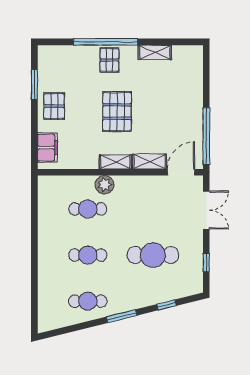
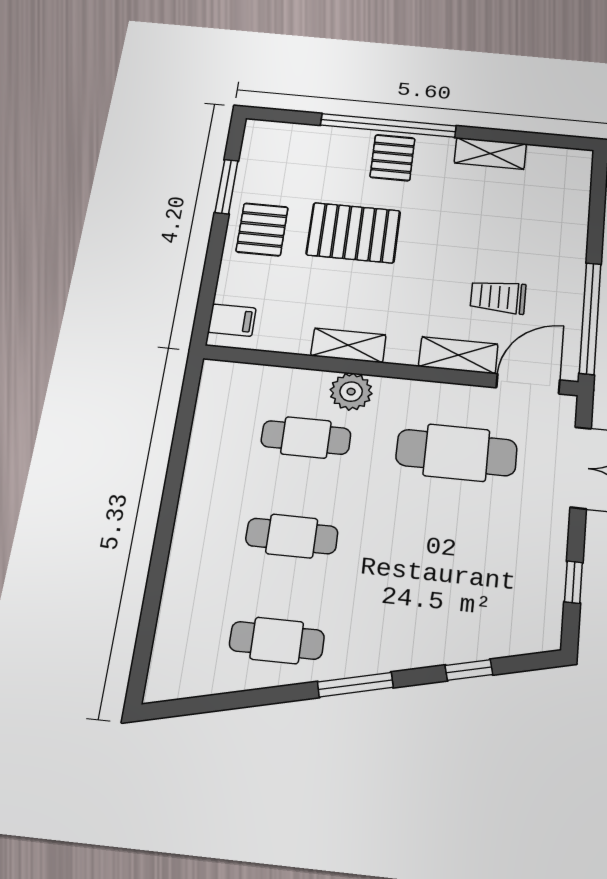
pallet: (117, 112) -> (353, 233), moved, turned 90
trolley: (165, 130) -> (498, 297), added
filing cabinet: (47, 148) -> (232, 320), width x0.50
shelving: (115, 162) -> (348, 345), moved
cafe table: (153, 255) -> (456, 453), moved

